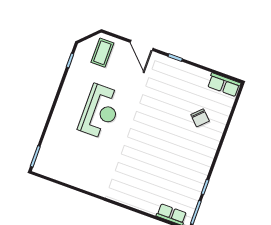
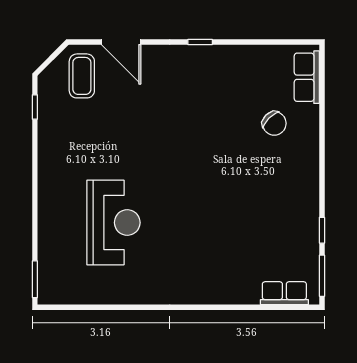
door: (142, 45) -> (121, 42), moved
row of seats: (224, 85) -> (307, 77), moved, turned 90
reception desk: (100, 112) -> (113, 223), moved

